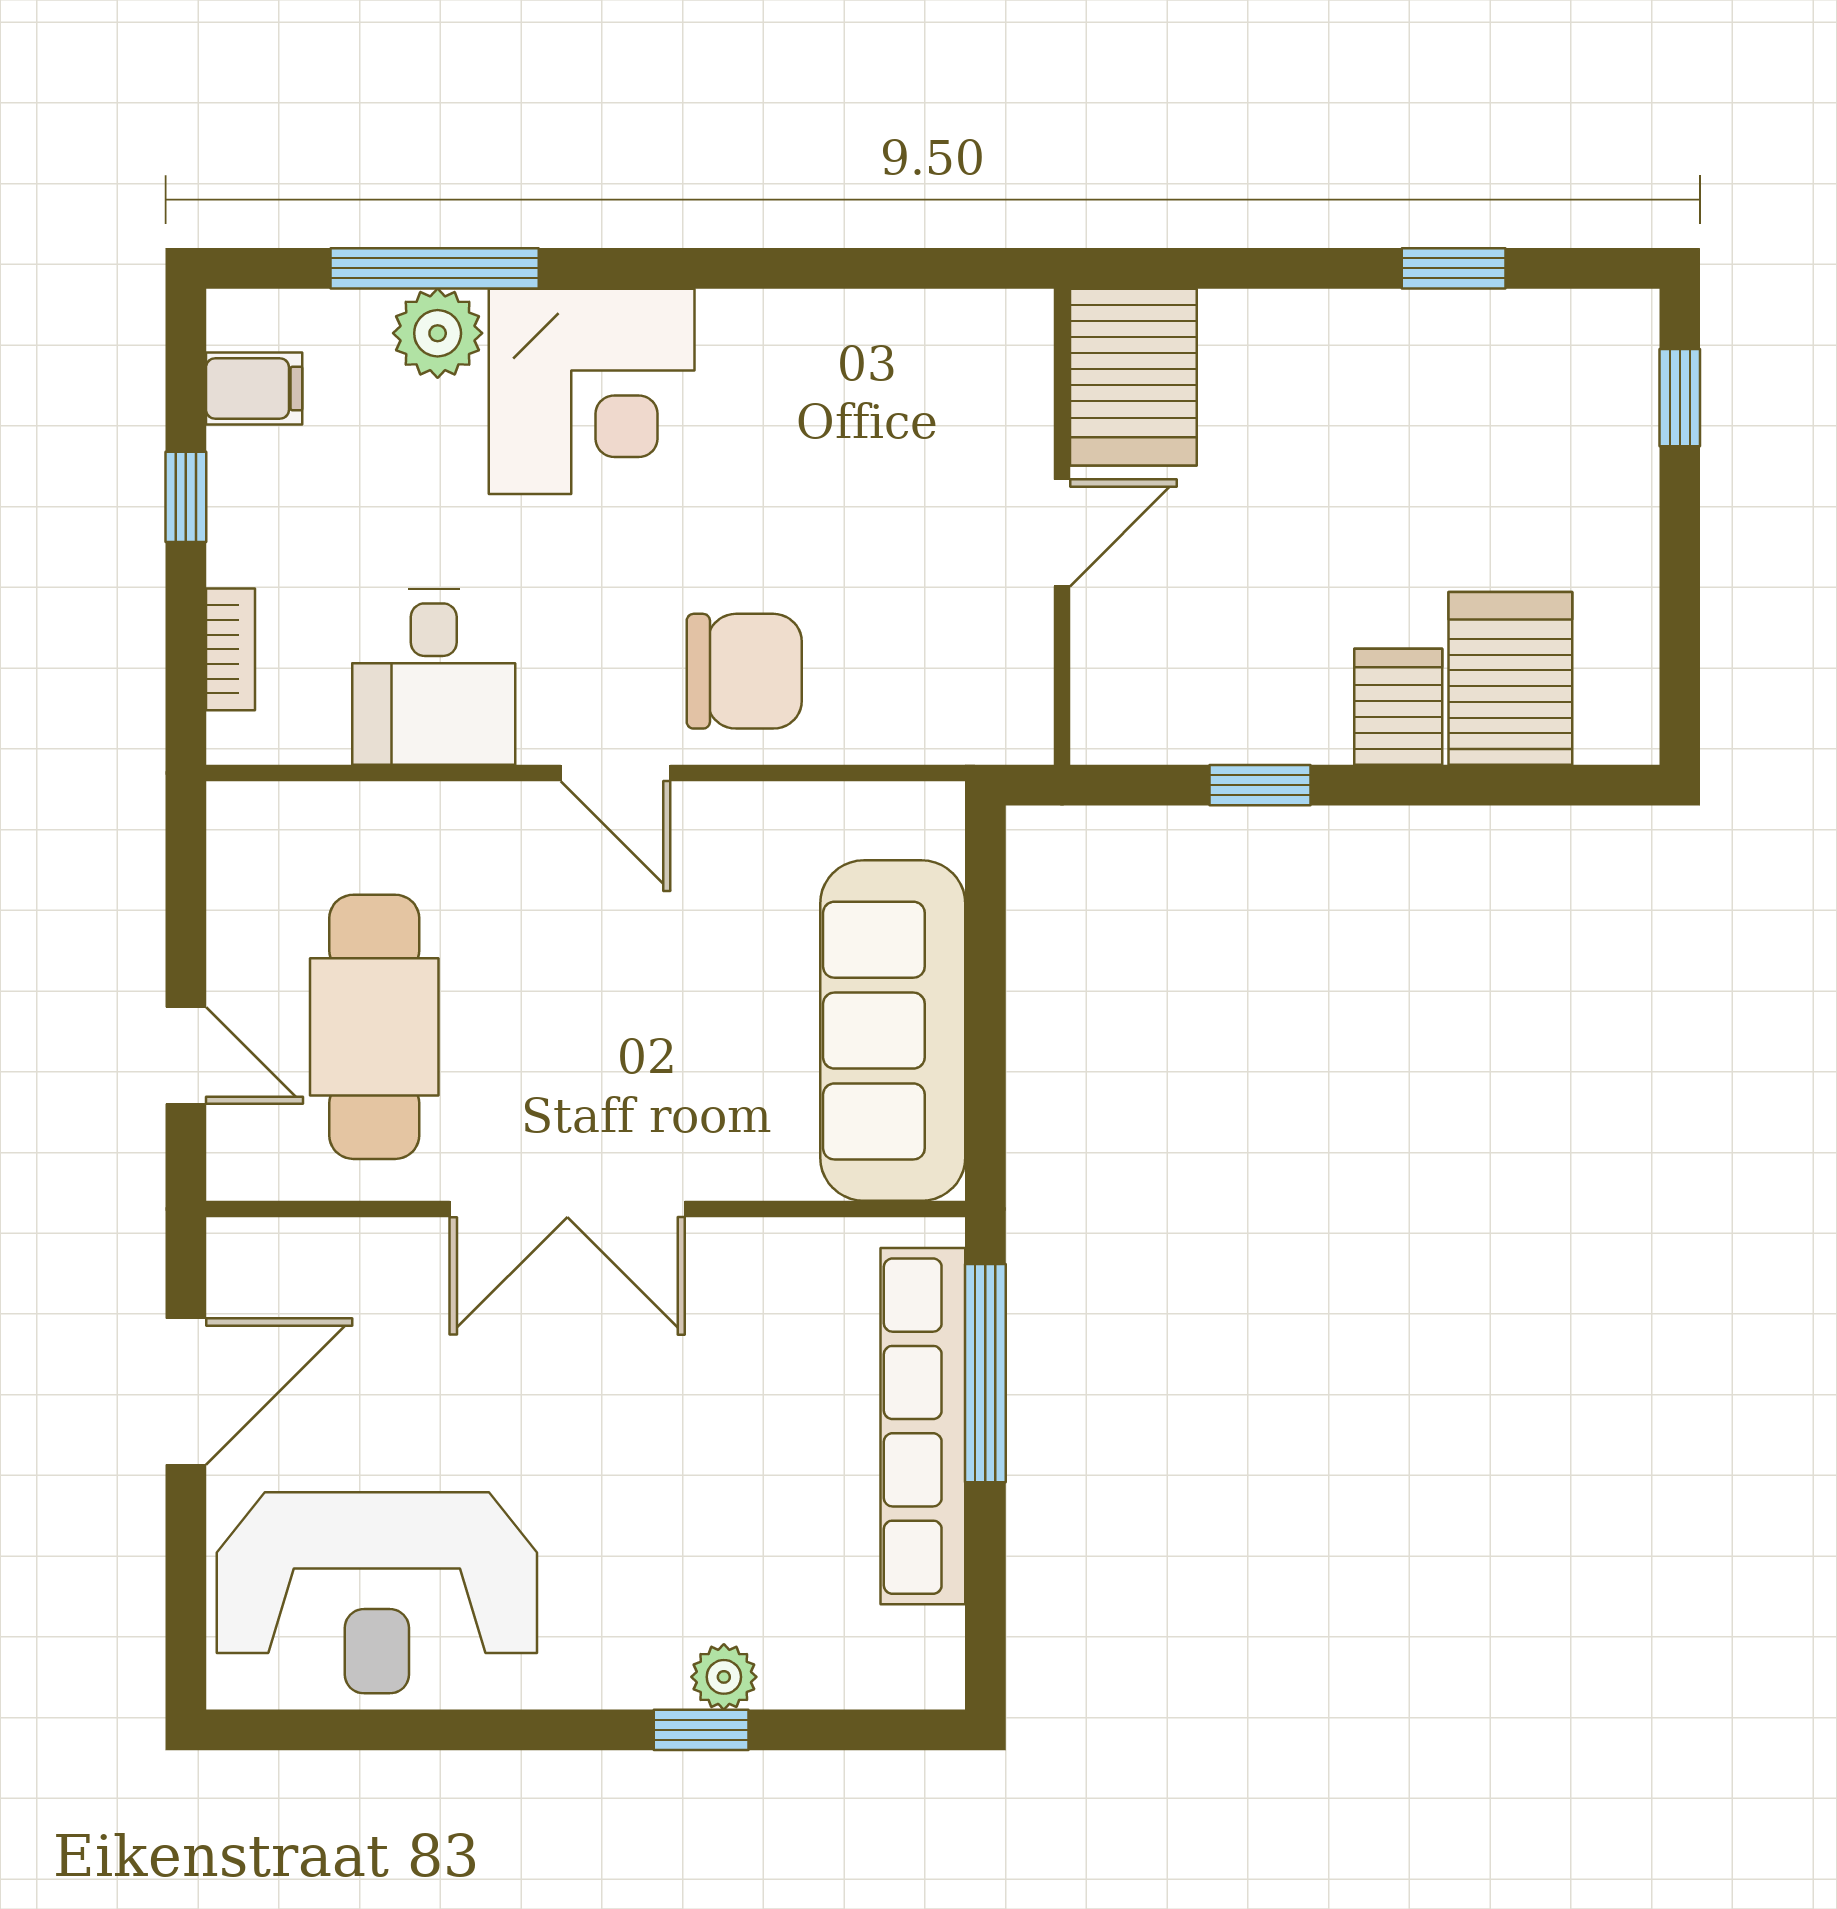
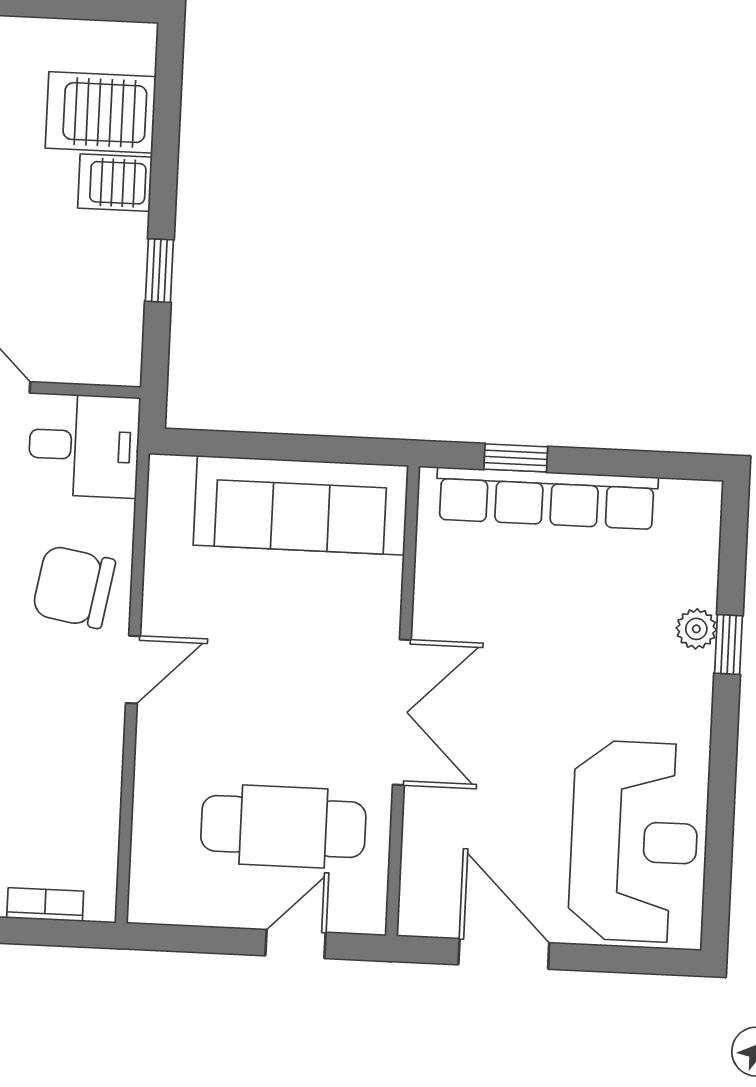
chair: (744, 671) -> (74, 587), turned -80
desk: (434, 677) -> (84, 446), moved
window: (985, 1373) -> (516, 458), width x0.46

